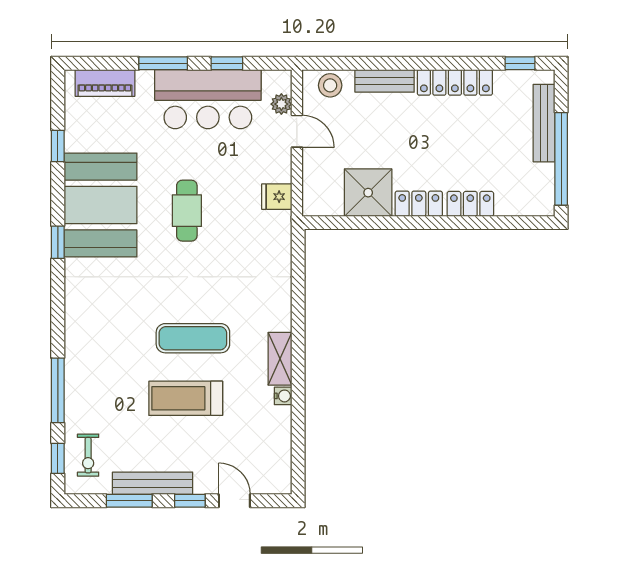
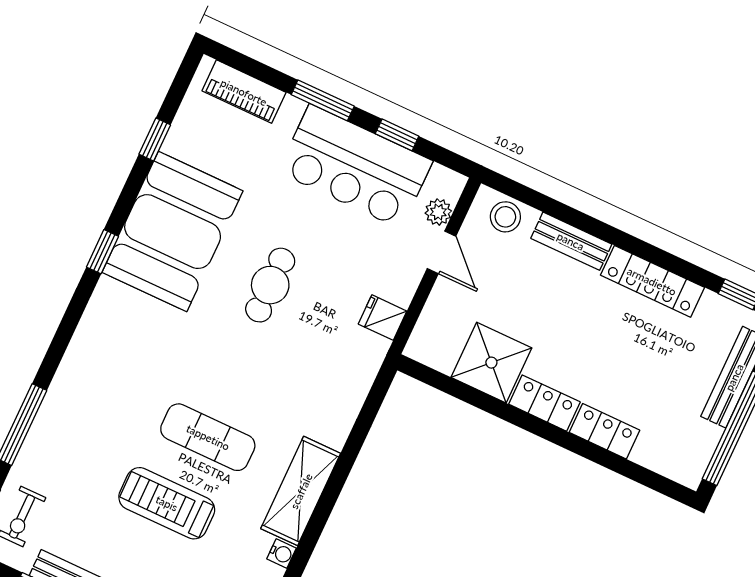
shelving: (280, 359) -> (301, 491), width x1.50, depth x1.33

